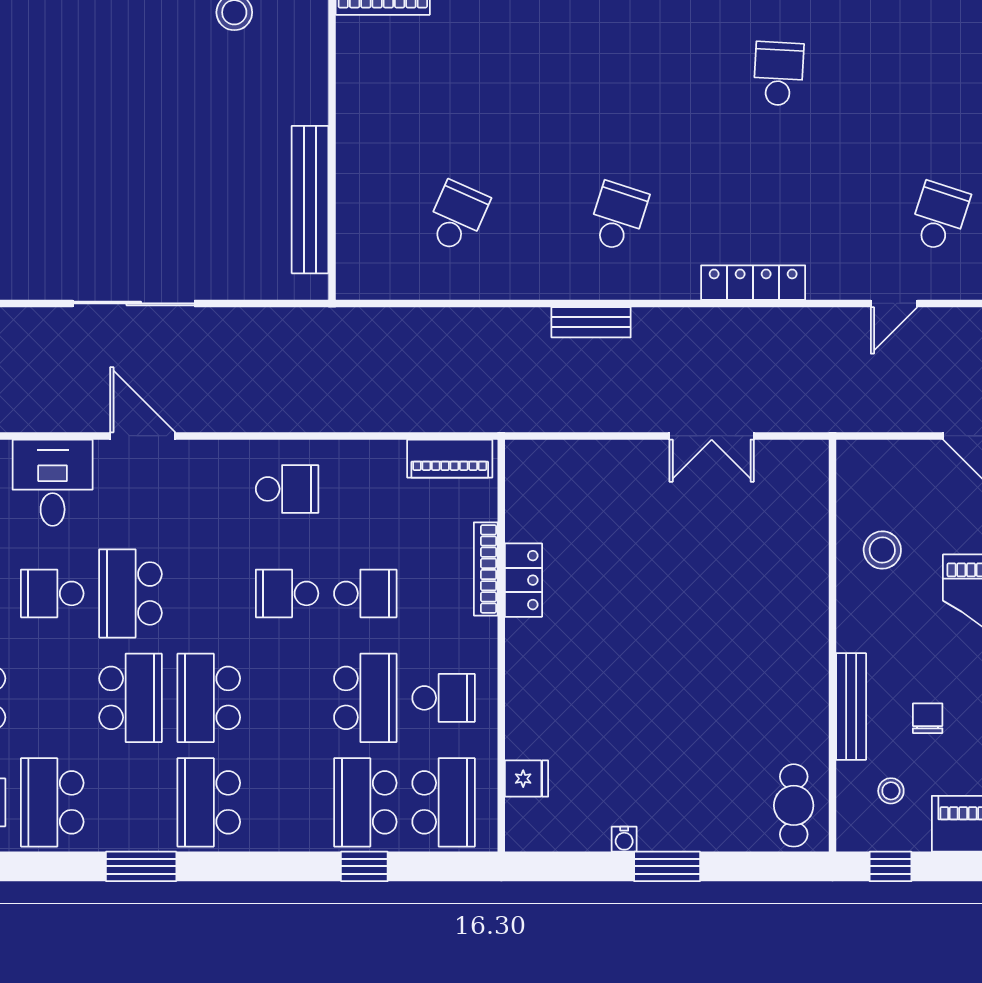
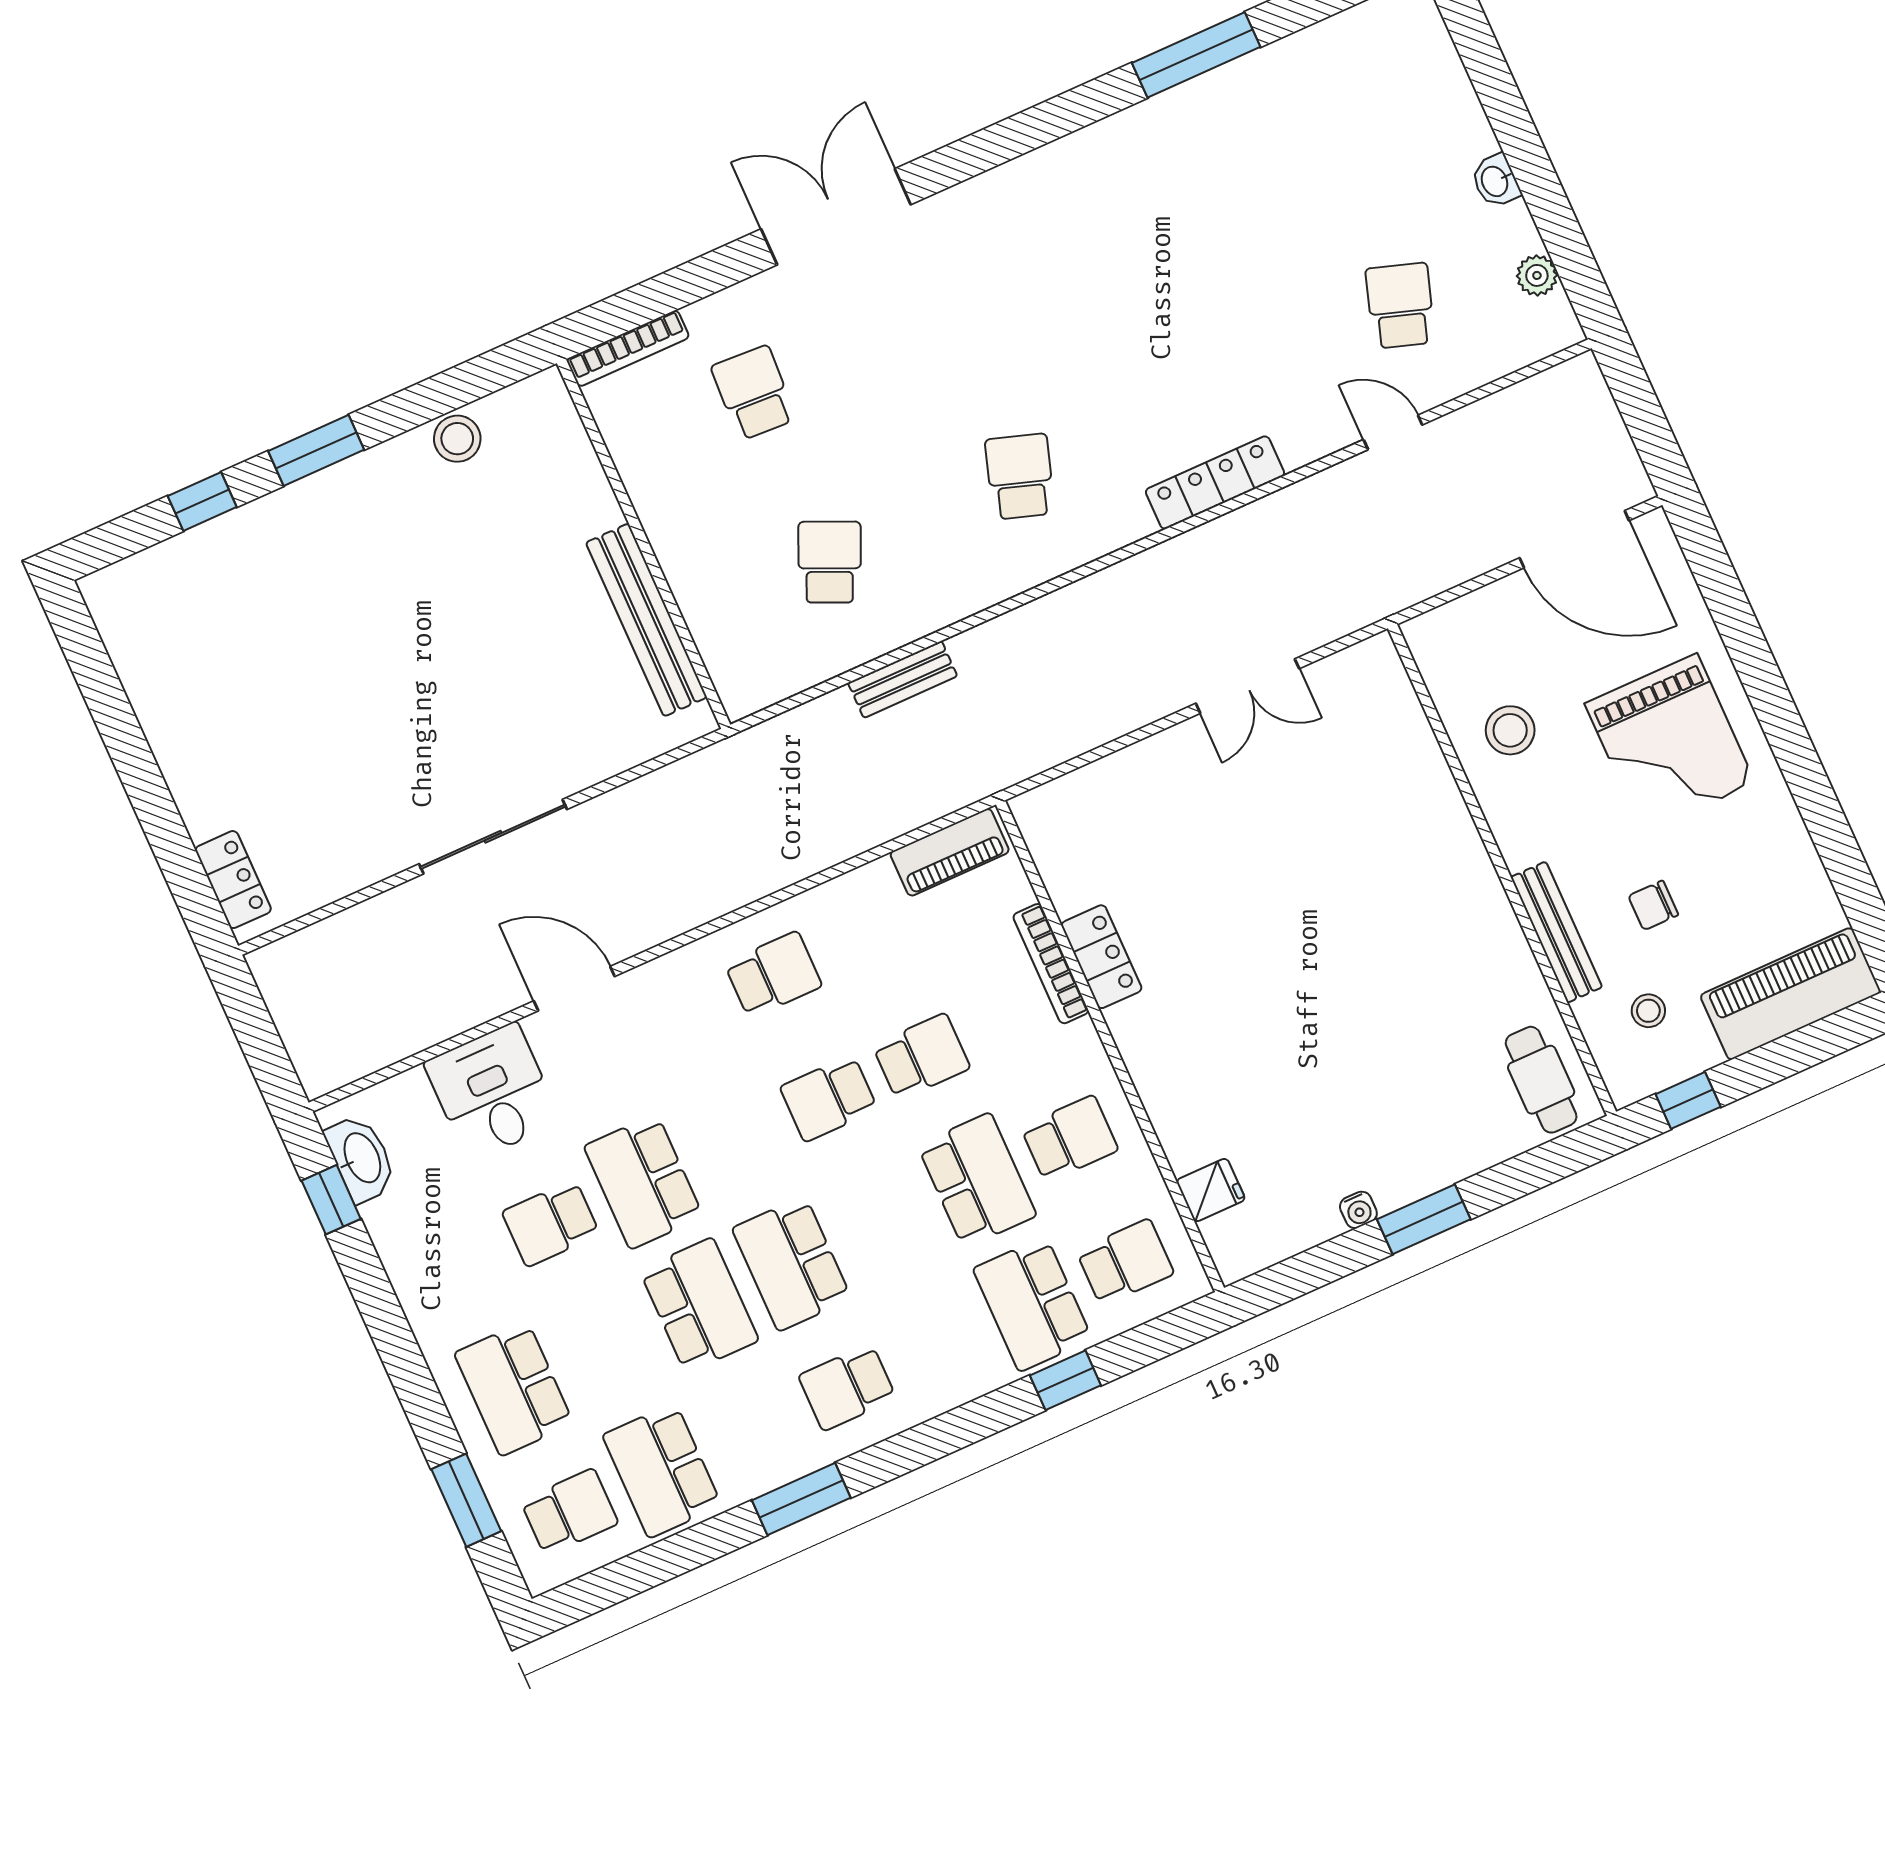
school desk: (779, 74) -> (754, 393), moved
door: (894, 303) -> (1393, 432), swing flipped
bench: (591, 322) -> (903, 679), moved
chair: (928, 718) -> (1653, 905), turned -90
school desk: (209, 802) -> (847, 1387), width x0.54
school desk: (444, 802) -> (1125, 1262), width x0.54

